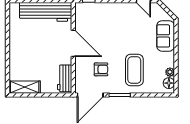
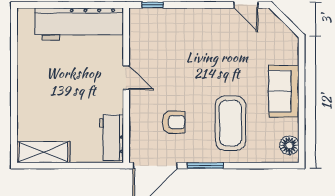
sofa: (166, 36) -> (284, 91), moved
door: (73, 43) -> (126, 78), width x0.53
plant: (170, 72) -> (291, 127), removed

